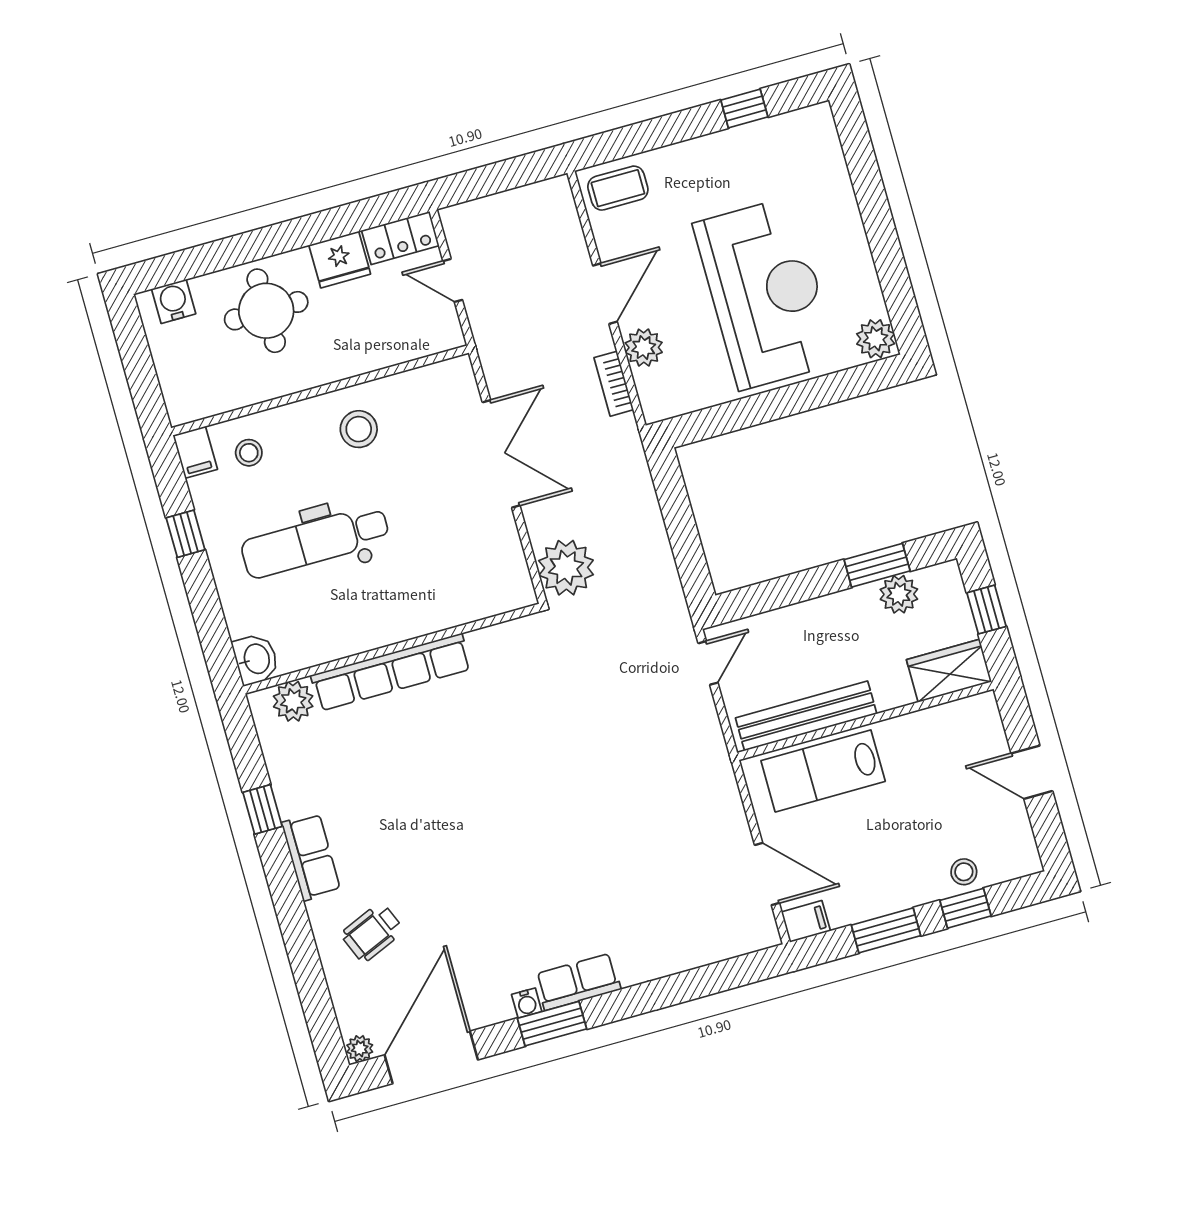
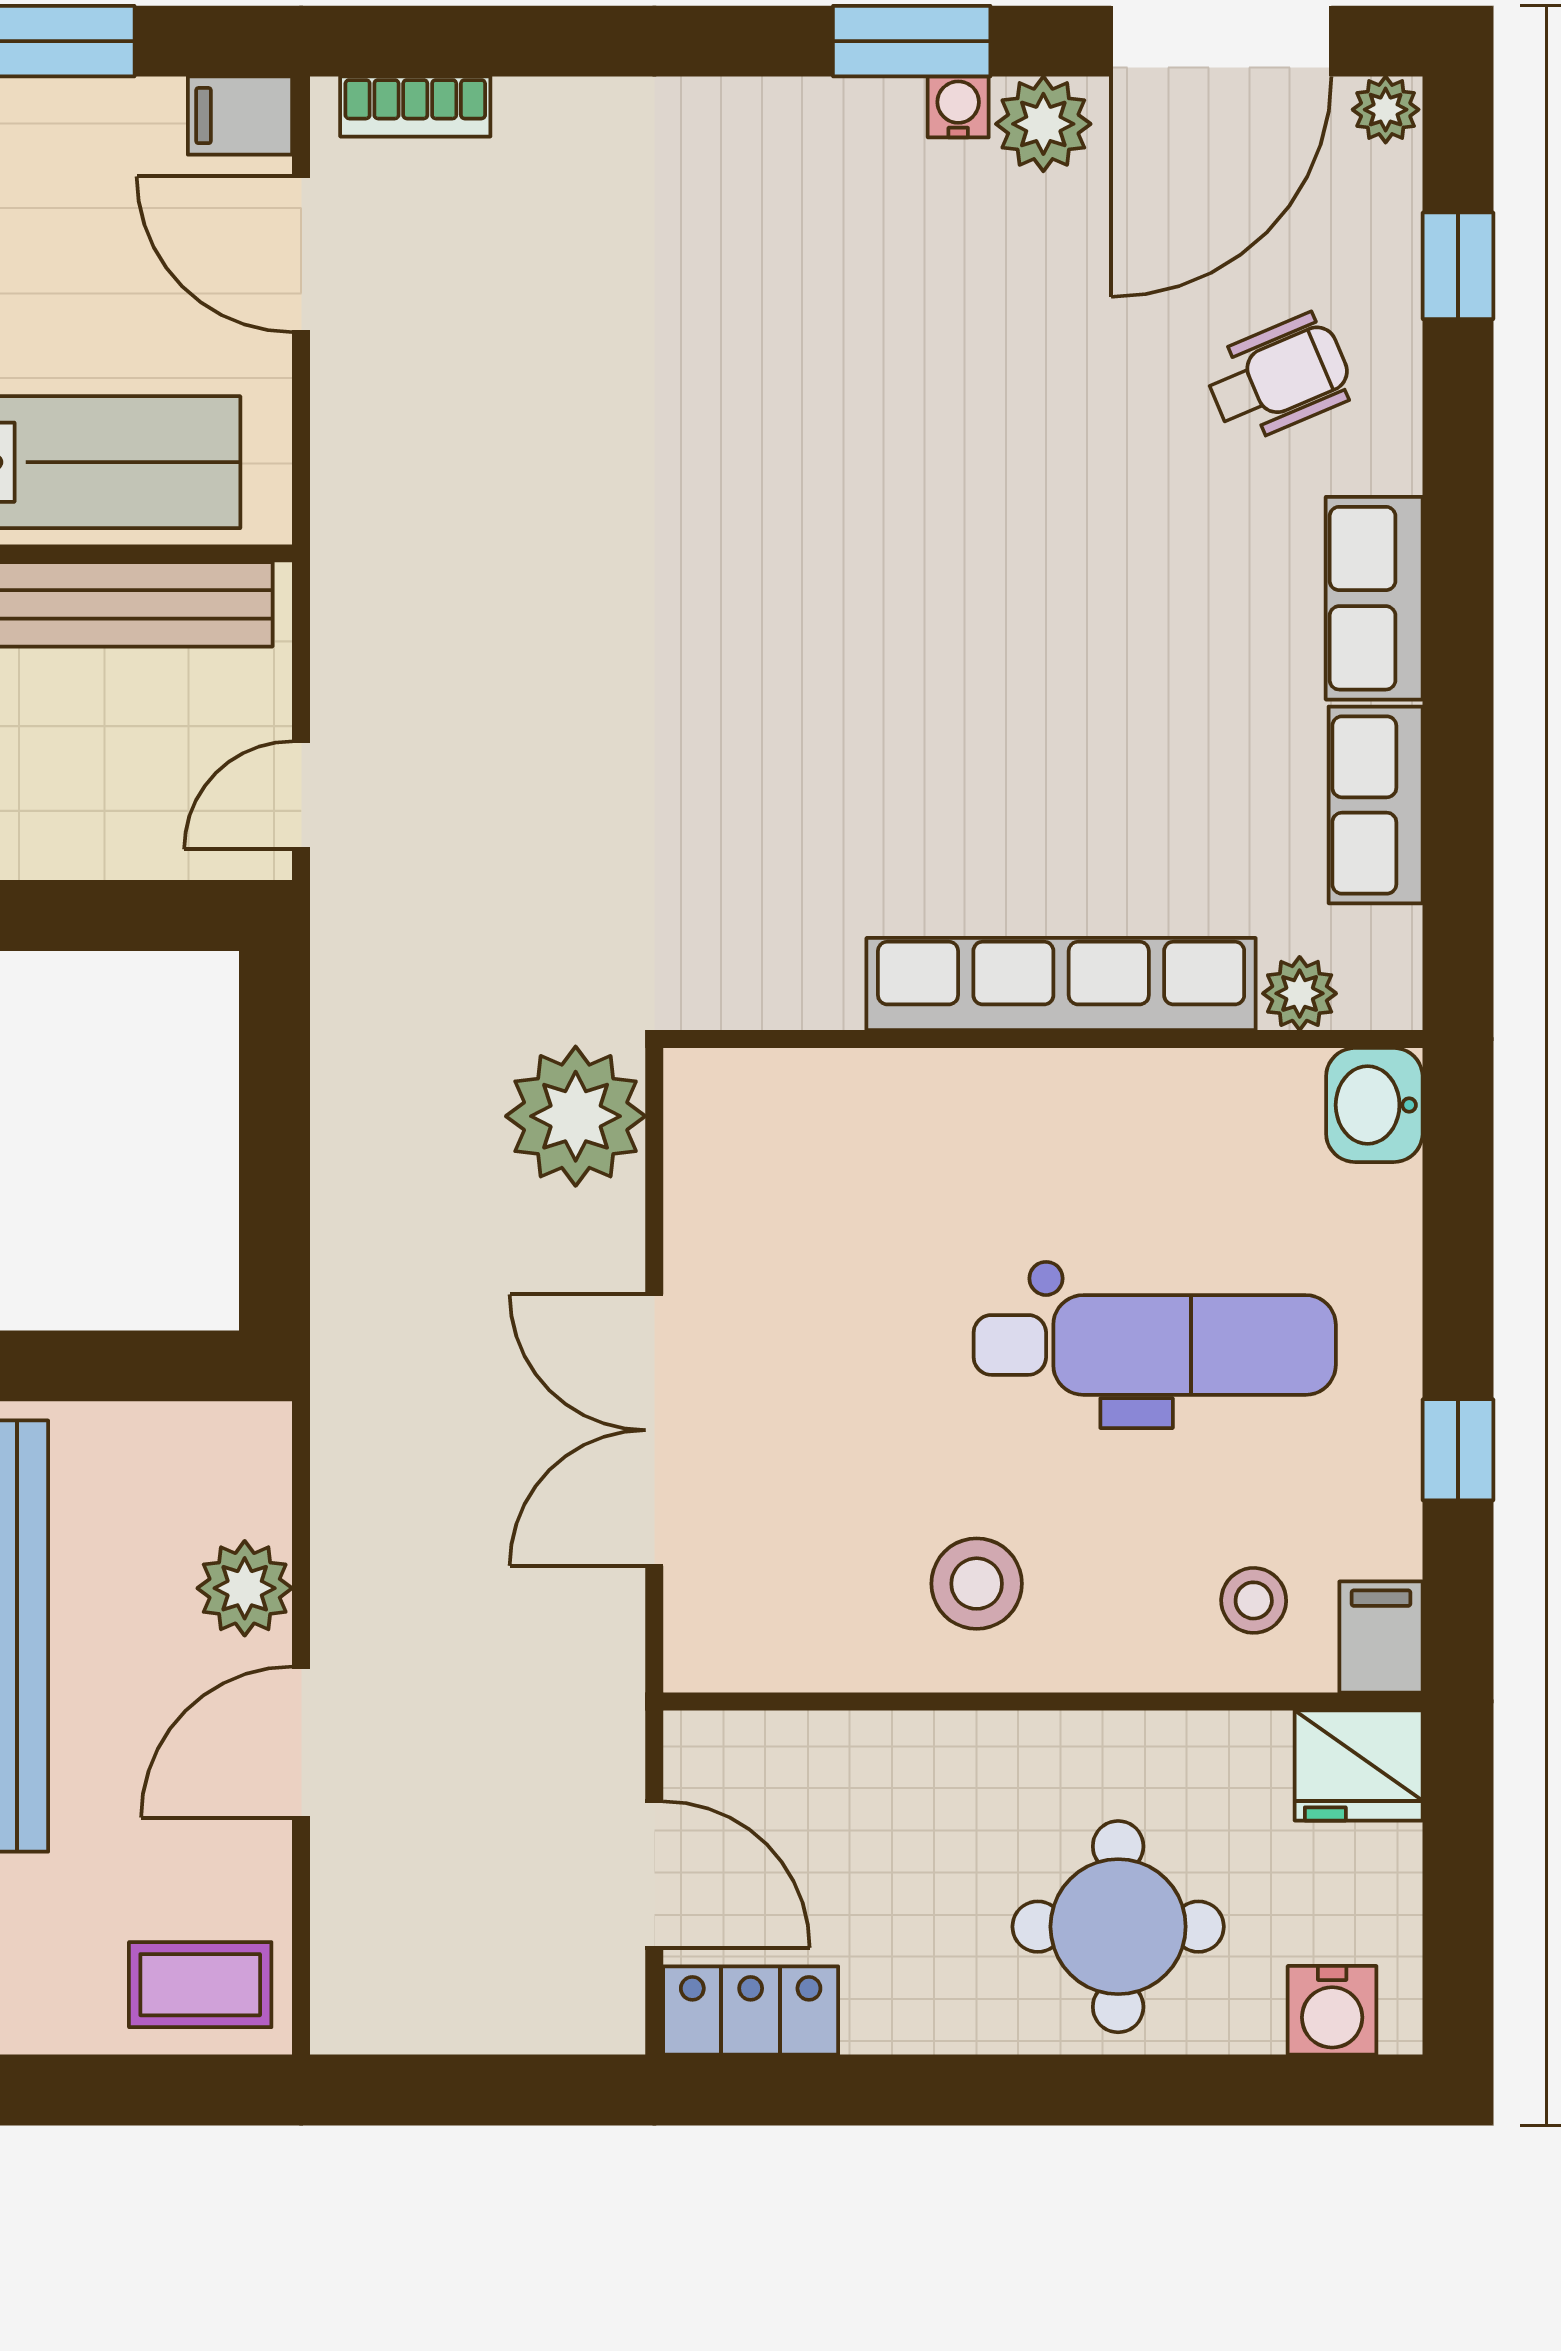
fridge: (340, 260) -> (1359, 1765), moved, turned 180
door: (453, 280) -> (654, 1875), width x1.38
bookcase: (614, 384) -> (415, 106), moved, turned 90
plant: (293, 701) -> (1300, 993), width x0.73, depth x0.73
window: (263, 809) -> (1458, 266), moved
row of seats: (578, 982) -> (1376, 805), moved, turned 90
plant: (492, 1006) -> (1043, 124), added

